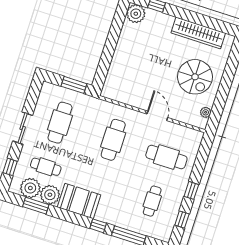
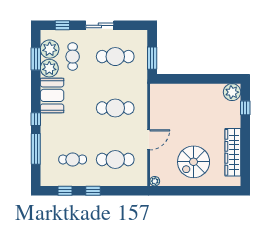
plant: (206, 112) -> (155, 181), moved
cafe table: (166, 157) -> (115, 159), turned 90

